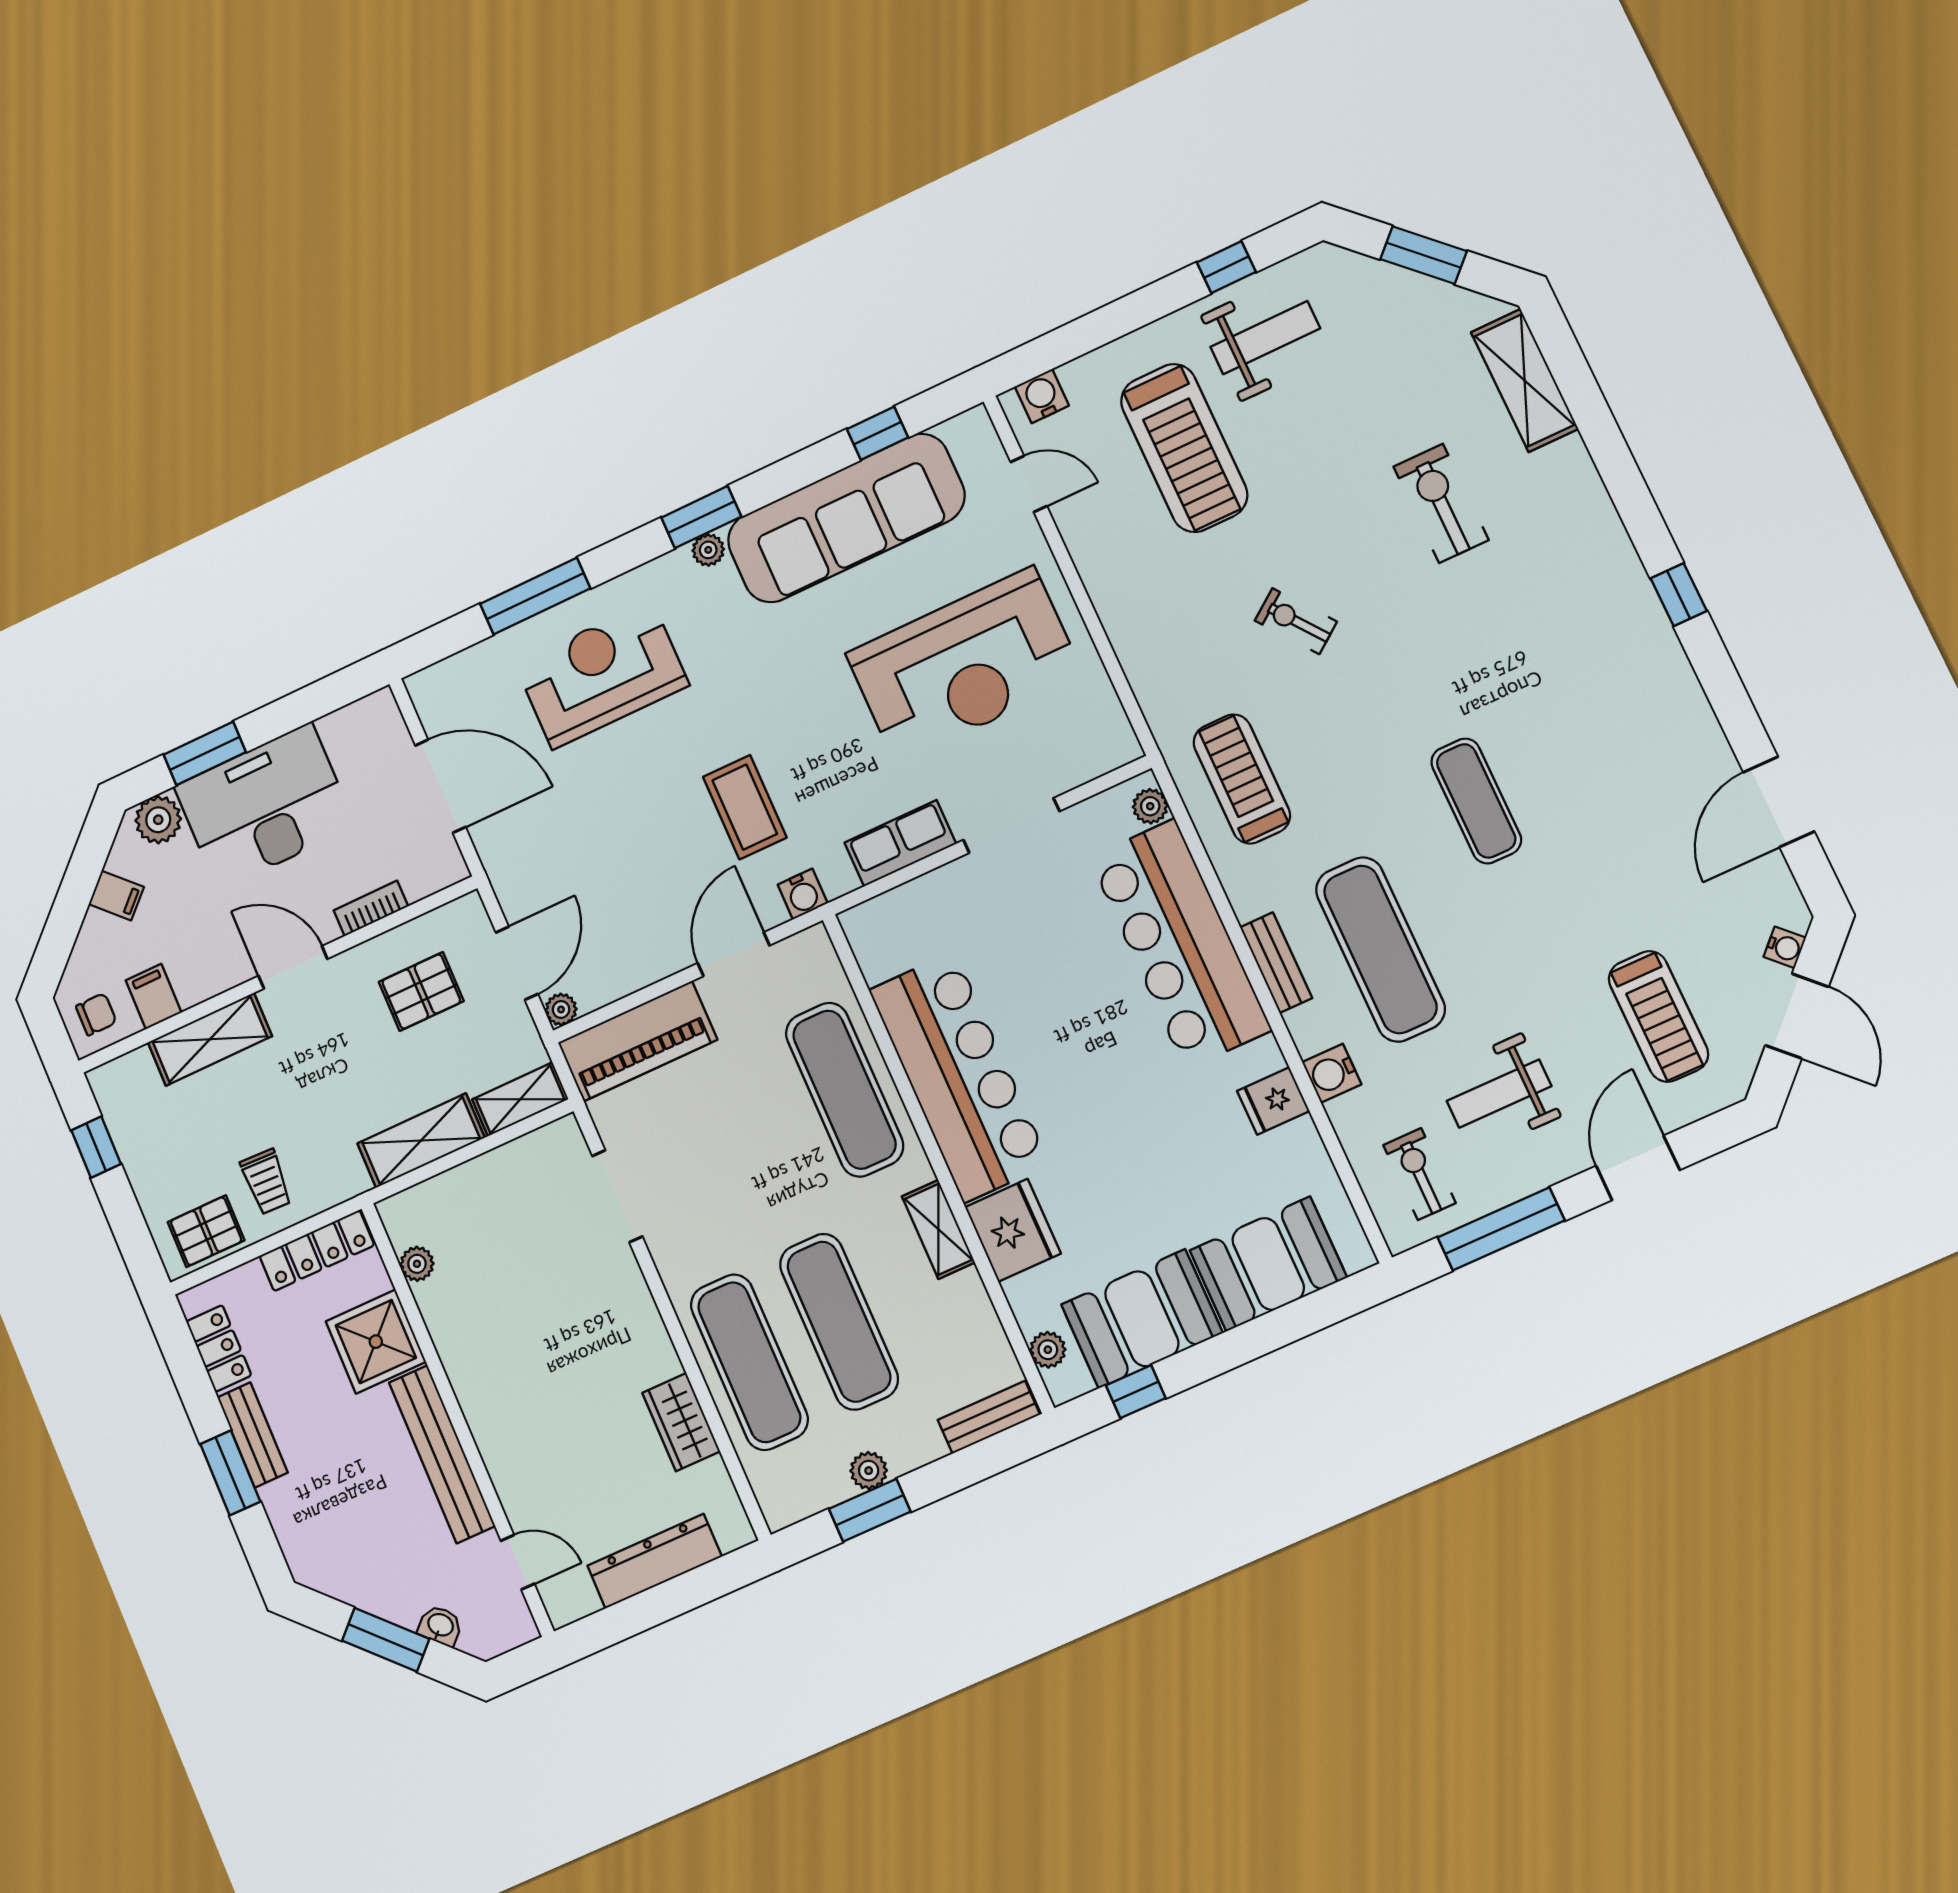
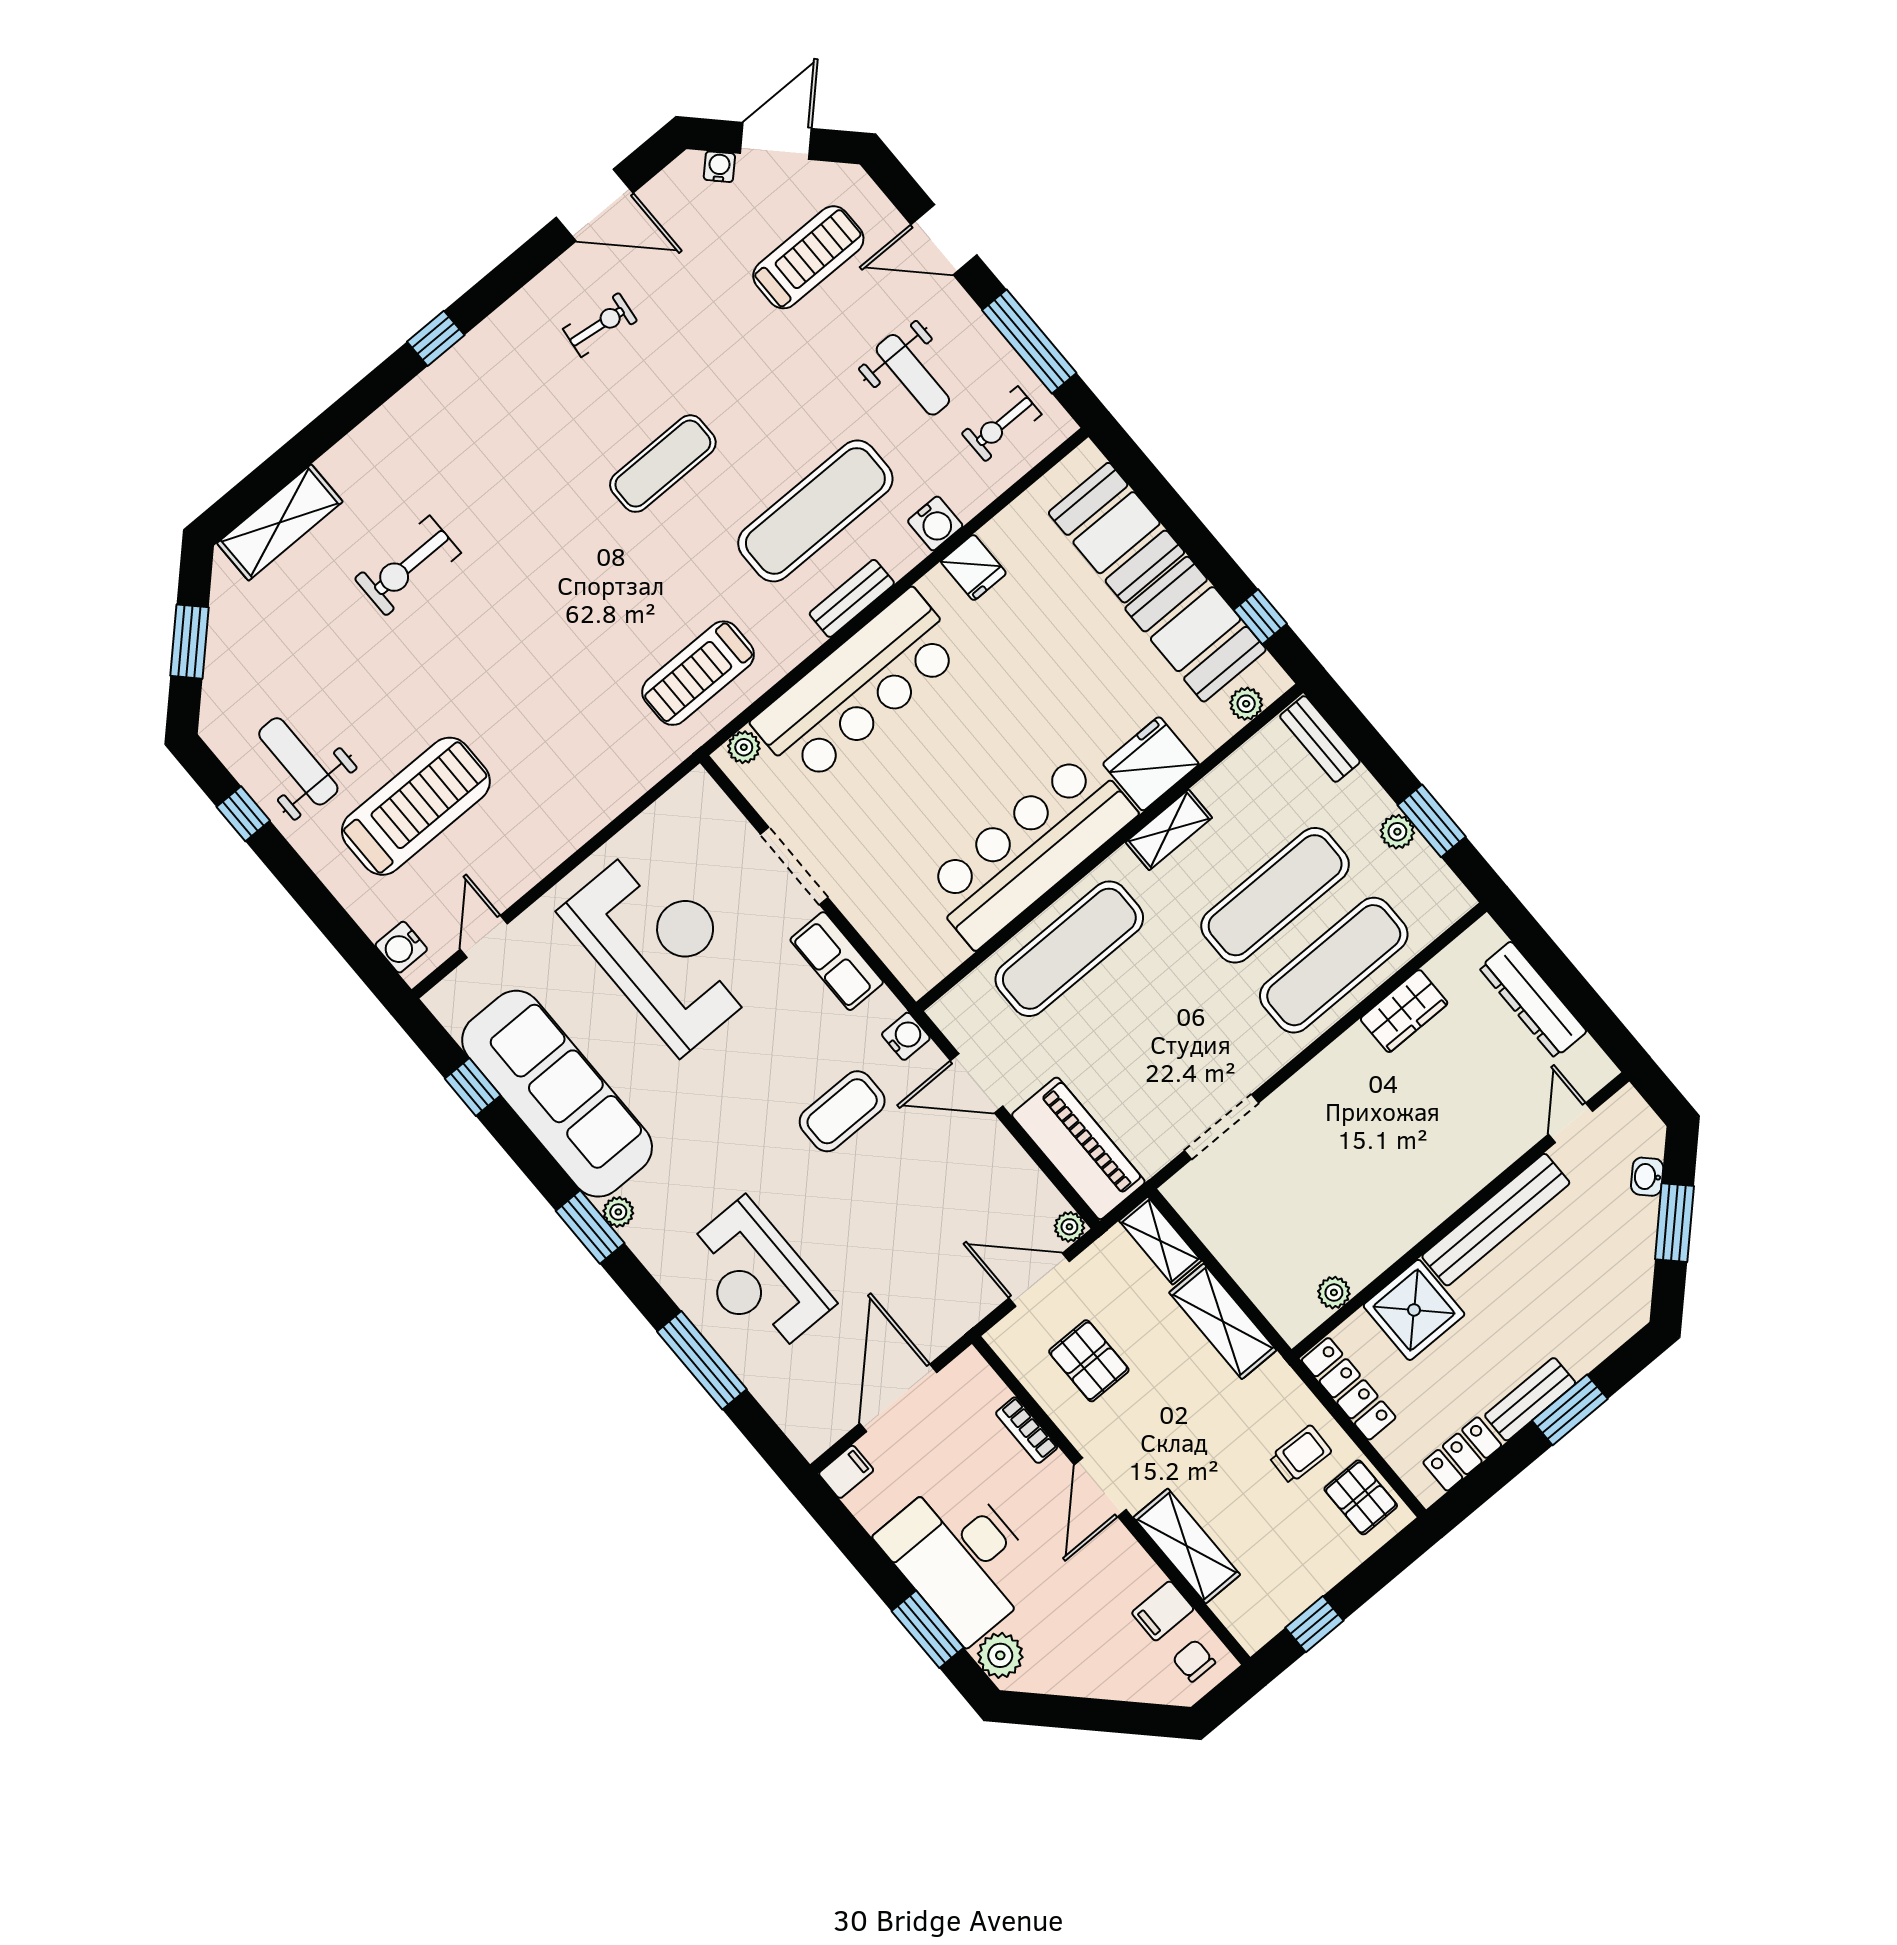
exercise bike: (1296, 621) -> (600, 325), moved, turned -136
filing cabinet: (116, 896) -> (846, 1472), moved, turned 45

